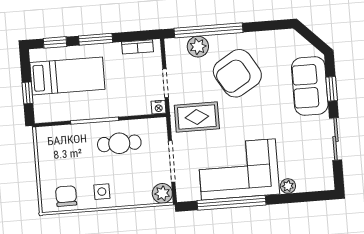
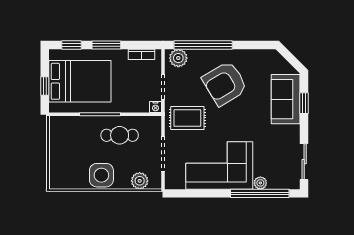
plant: (198, 47) -> (178, 58), moved
bed: (67, 76) -> (80, 81), width x1.50
sliding door: (336, 139) -> (304, 162), moved
side table: (102, 192) -> (101, 175), width x1.87, depth x1.87
plant: (162, 193) -> (140, 181), moved
chair: (66, 196) -> (71, 177), removed
window: (231, 203) -> (260, 193), moved

